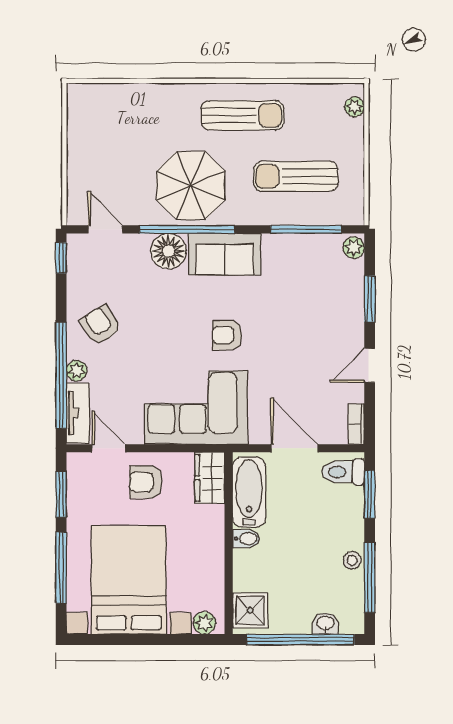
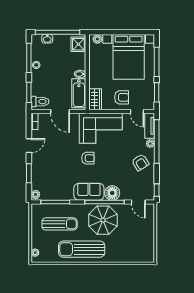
sun lounger: (242, 115) -> (82, 249), width x1.36, depth x1.34

